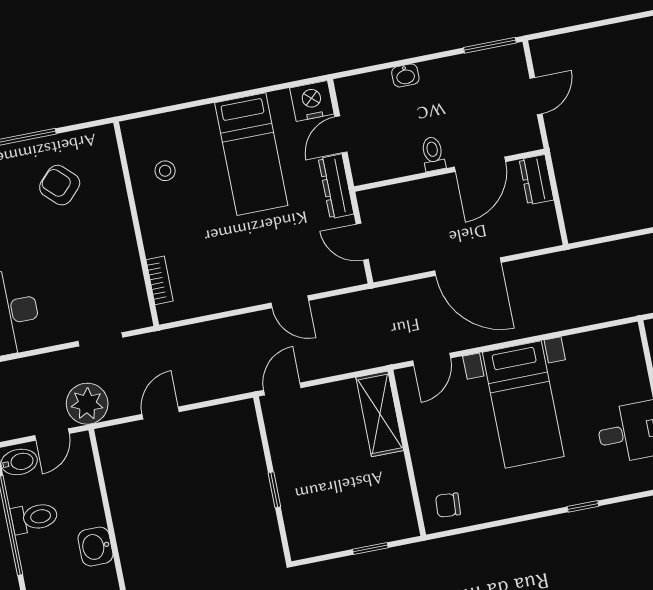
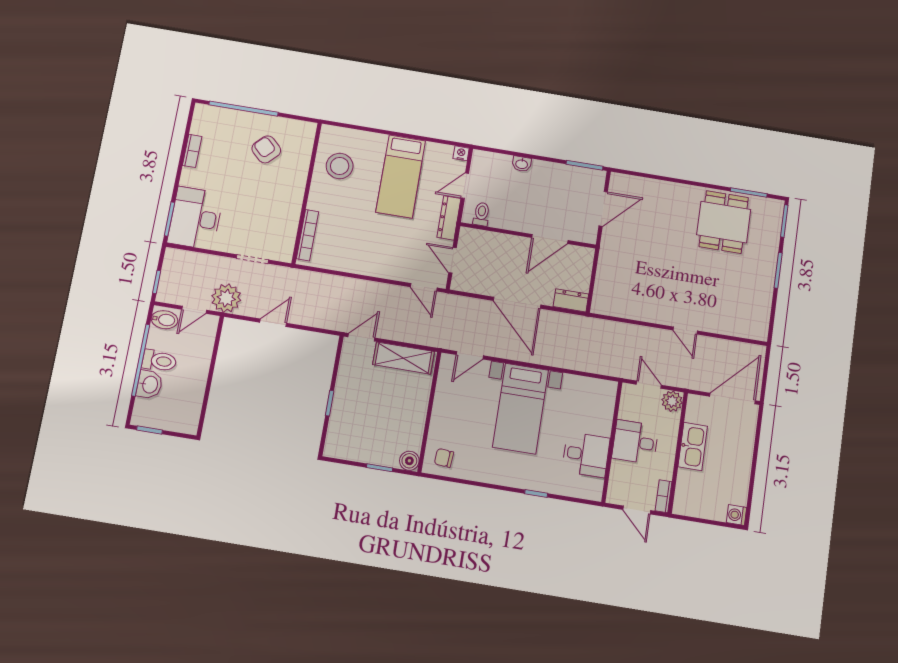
door: (536, 96) -> (603, 209), width x1.38
nightstand: (312, 101) -> (461, 153), width x0.53, depth x0.56
toilet: (433, 154) -> (481, 214), moved
stool: (165, 171) -> (340, 166), width x1.89, depth x1.89
dresser: (536, 180) -> (571, 300), moved, turned 90
bookcase: (160, 280) -> (307, 235), width x1.56
door: (290, 302) -> (424, 287), moved
shelving: (380, 414) -> (403, 358), moved, turned 90
boiler: (405, 525) -> (409, 461), added
washbasin: (95, 547) -> (149, 385), moved, turned 180

